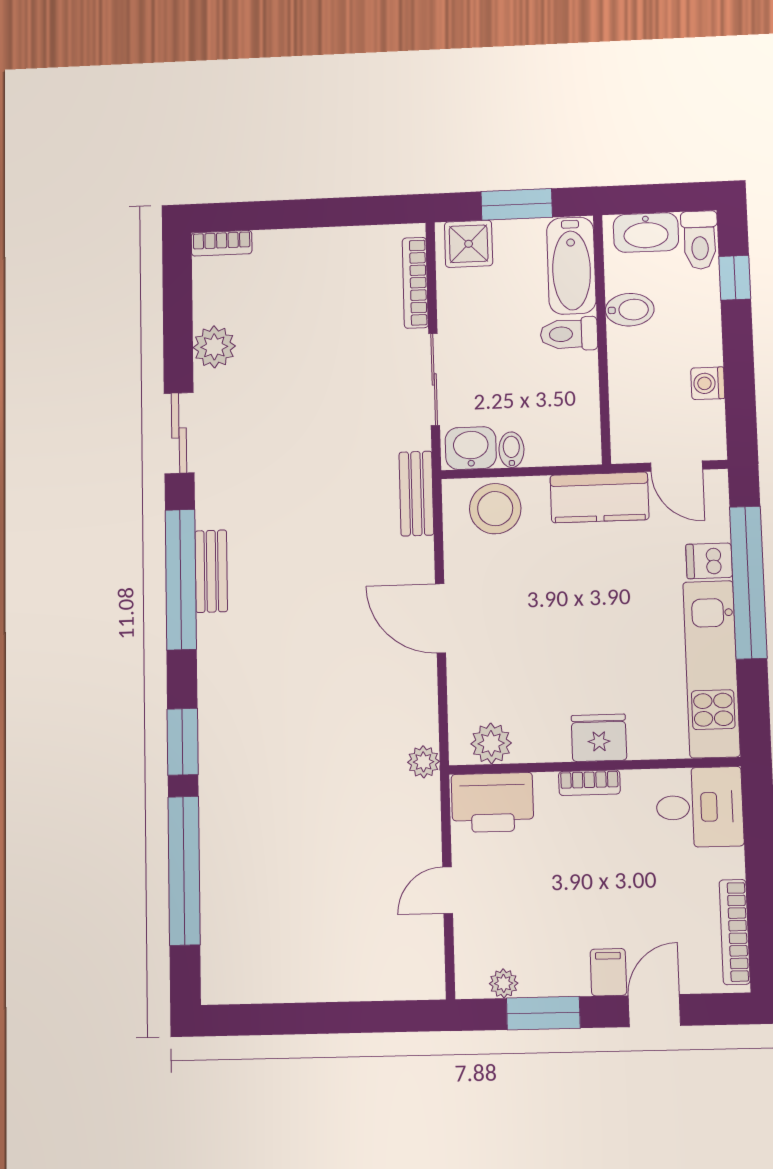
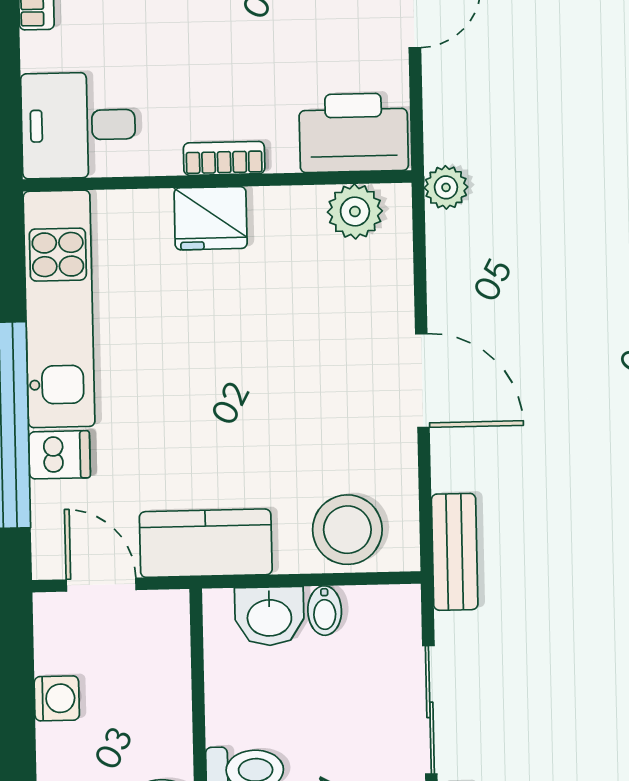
washbasin: (471, 448) -> (269, 616), moved

